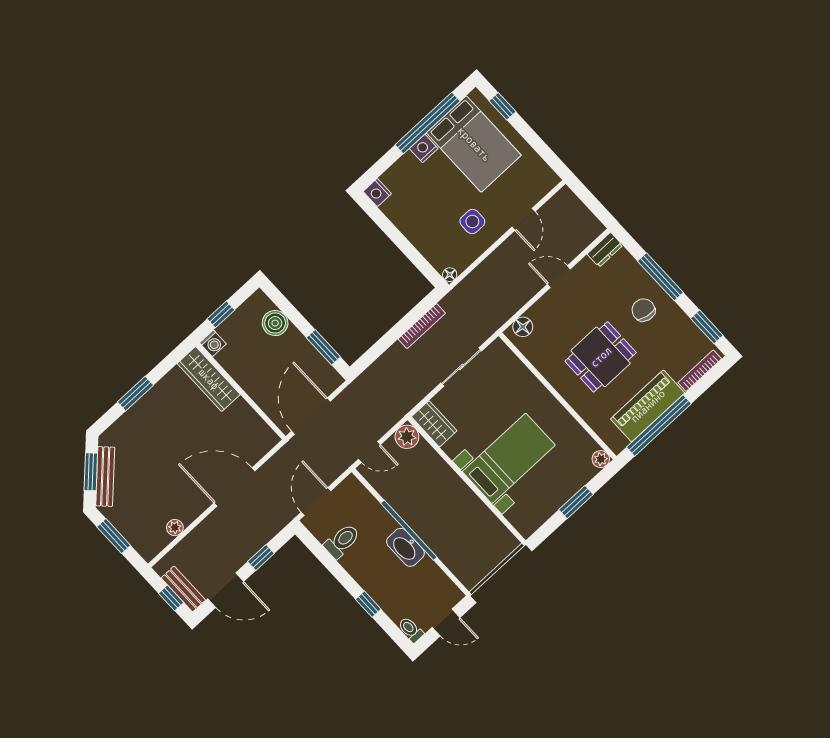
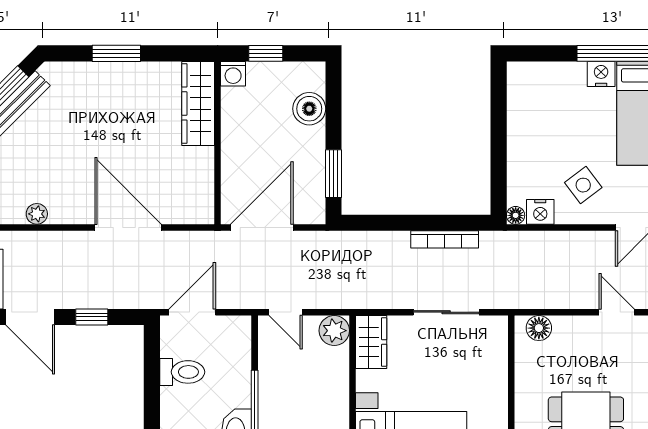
nightstand: (377, 192) -> (540, 212), moved, turned -90
side table: (472, 221) -> (583, 185), turned -37

